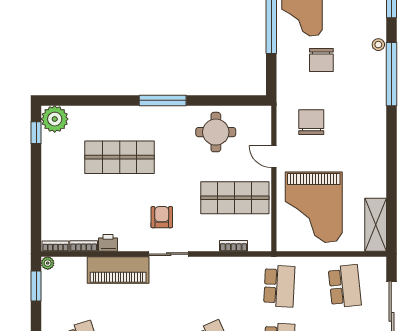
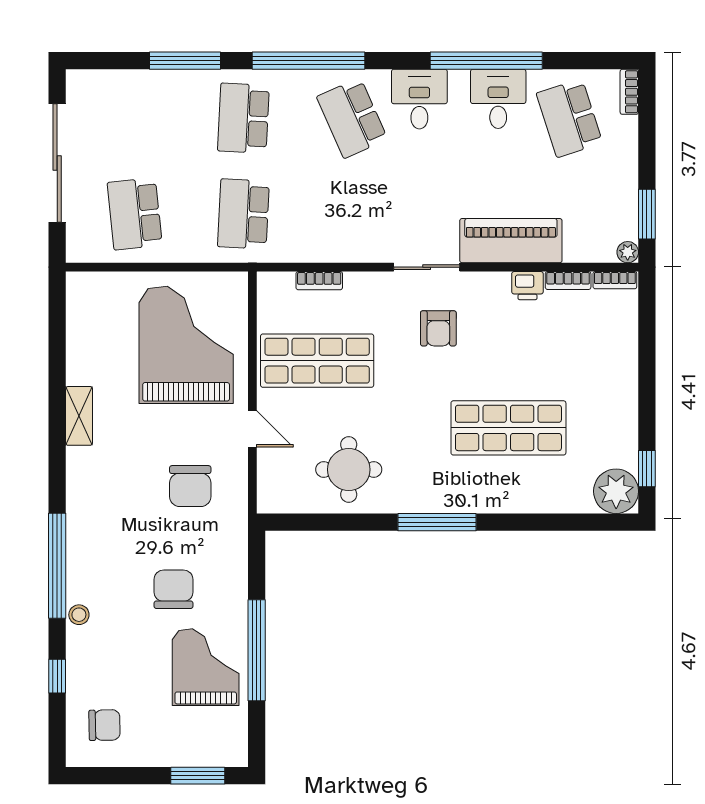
shelving: (376, 225) -> (79, 416), moved, width x0.67, depth x0.75

